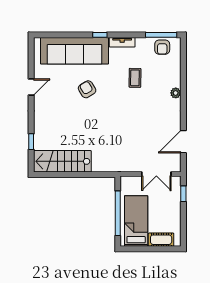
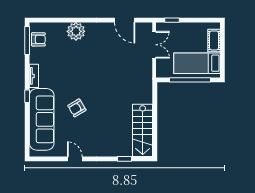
coffee table: (135, 78) -> (66, 64), removed
plant: (176, 93) -> (76, 31), width x1.87, depth x1.87

